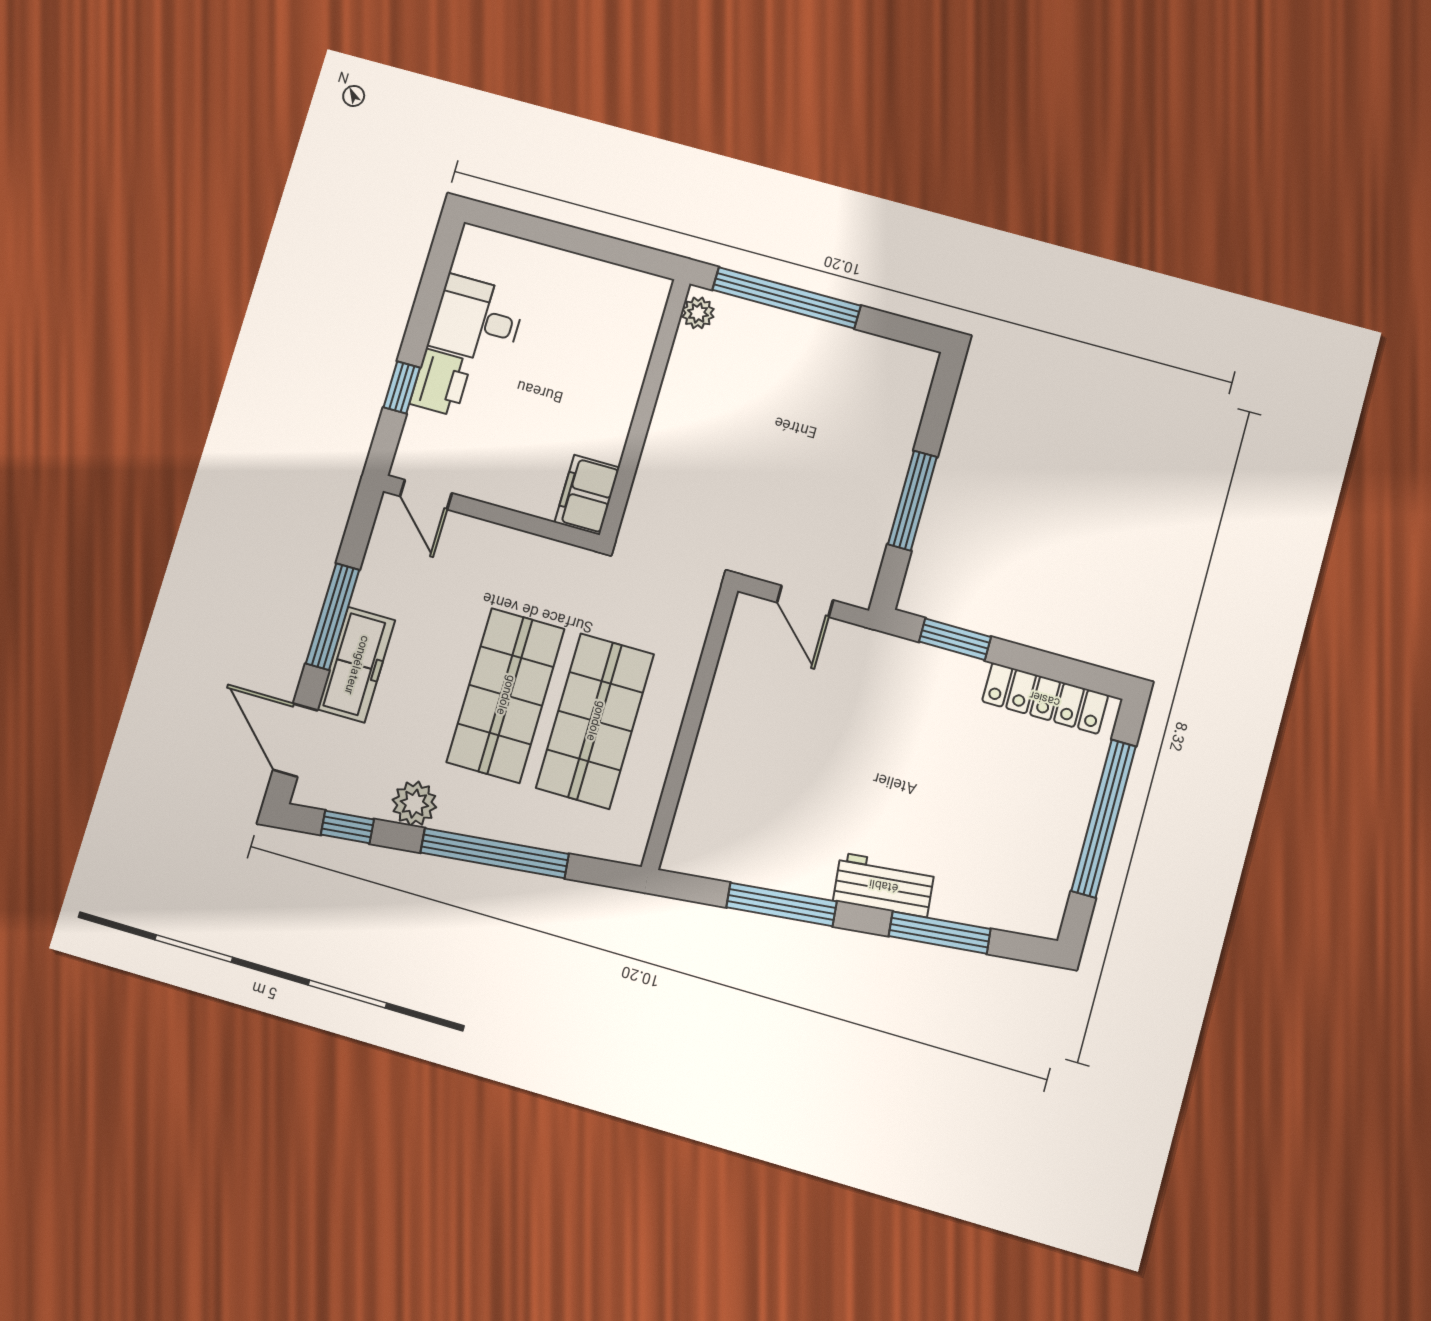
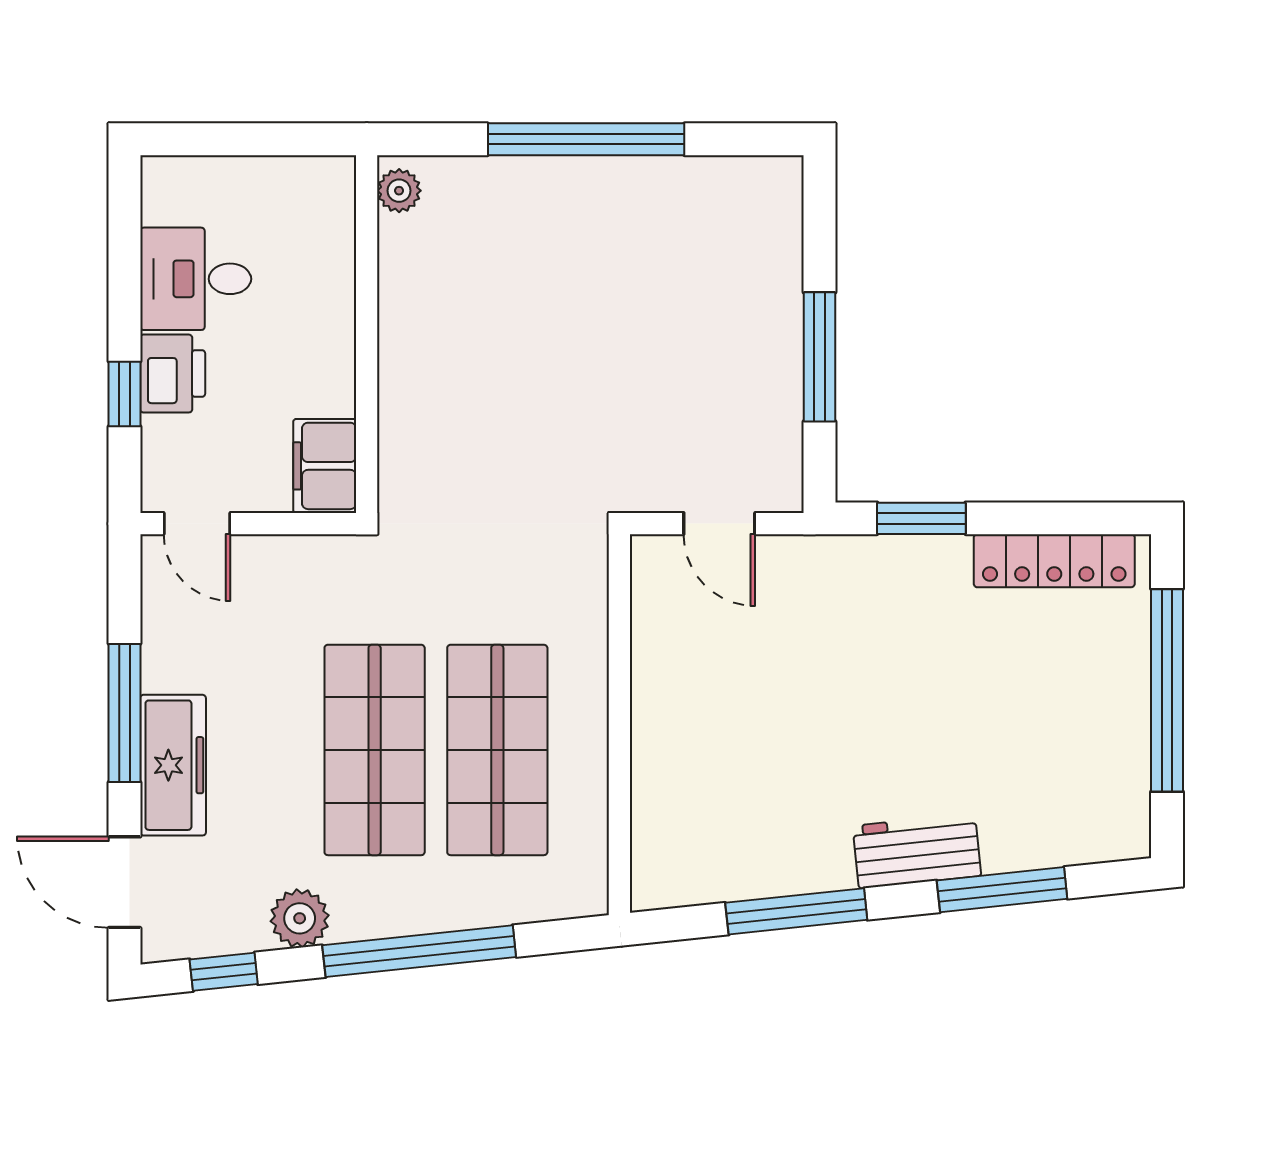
plant: (698, 313) -> (399, 191), moved
wall: (645, 409) -> (367, 334), moved
filing cabinet: (587, 495) -> (325, 466), moved

